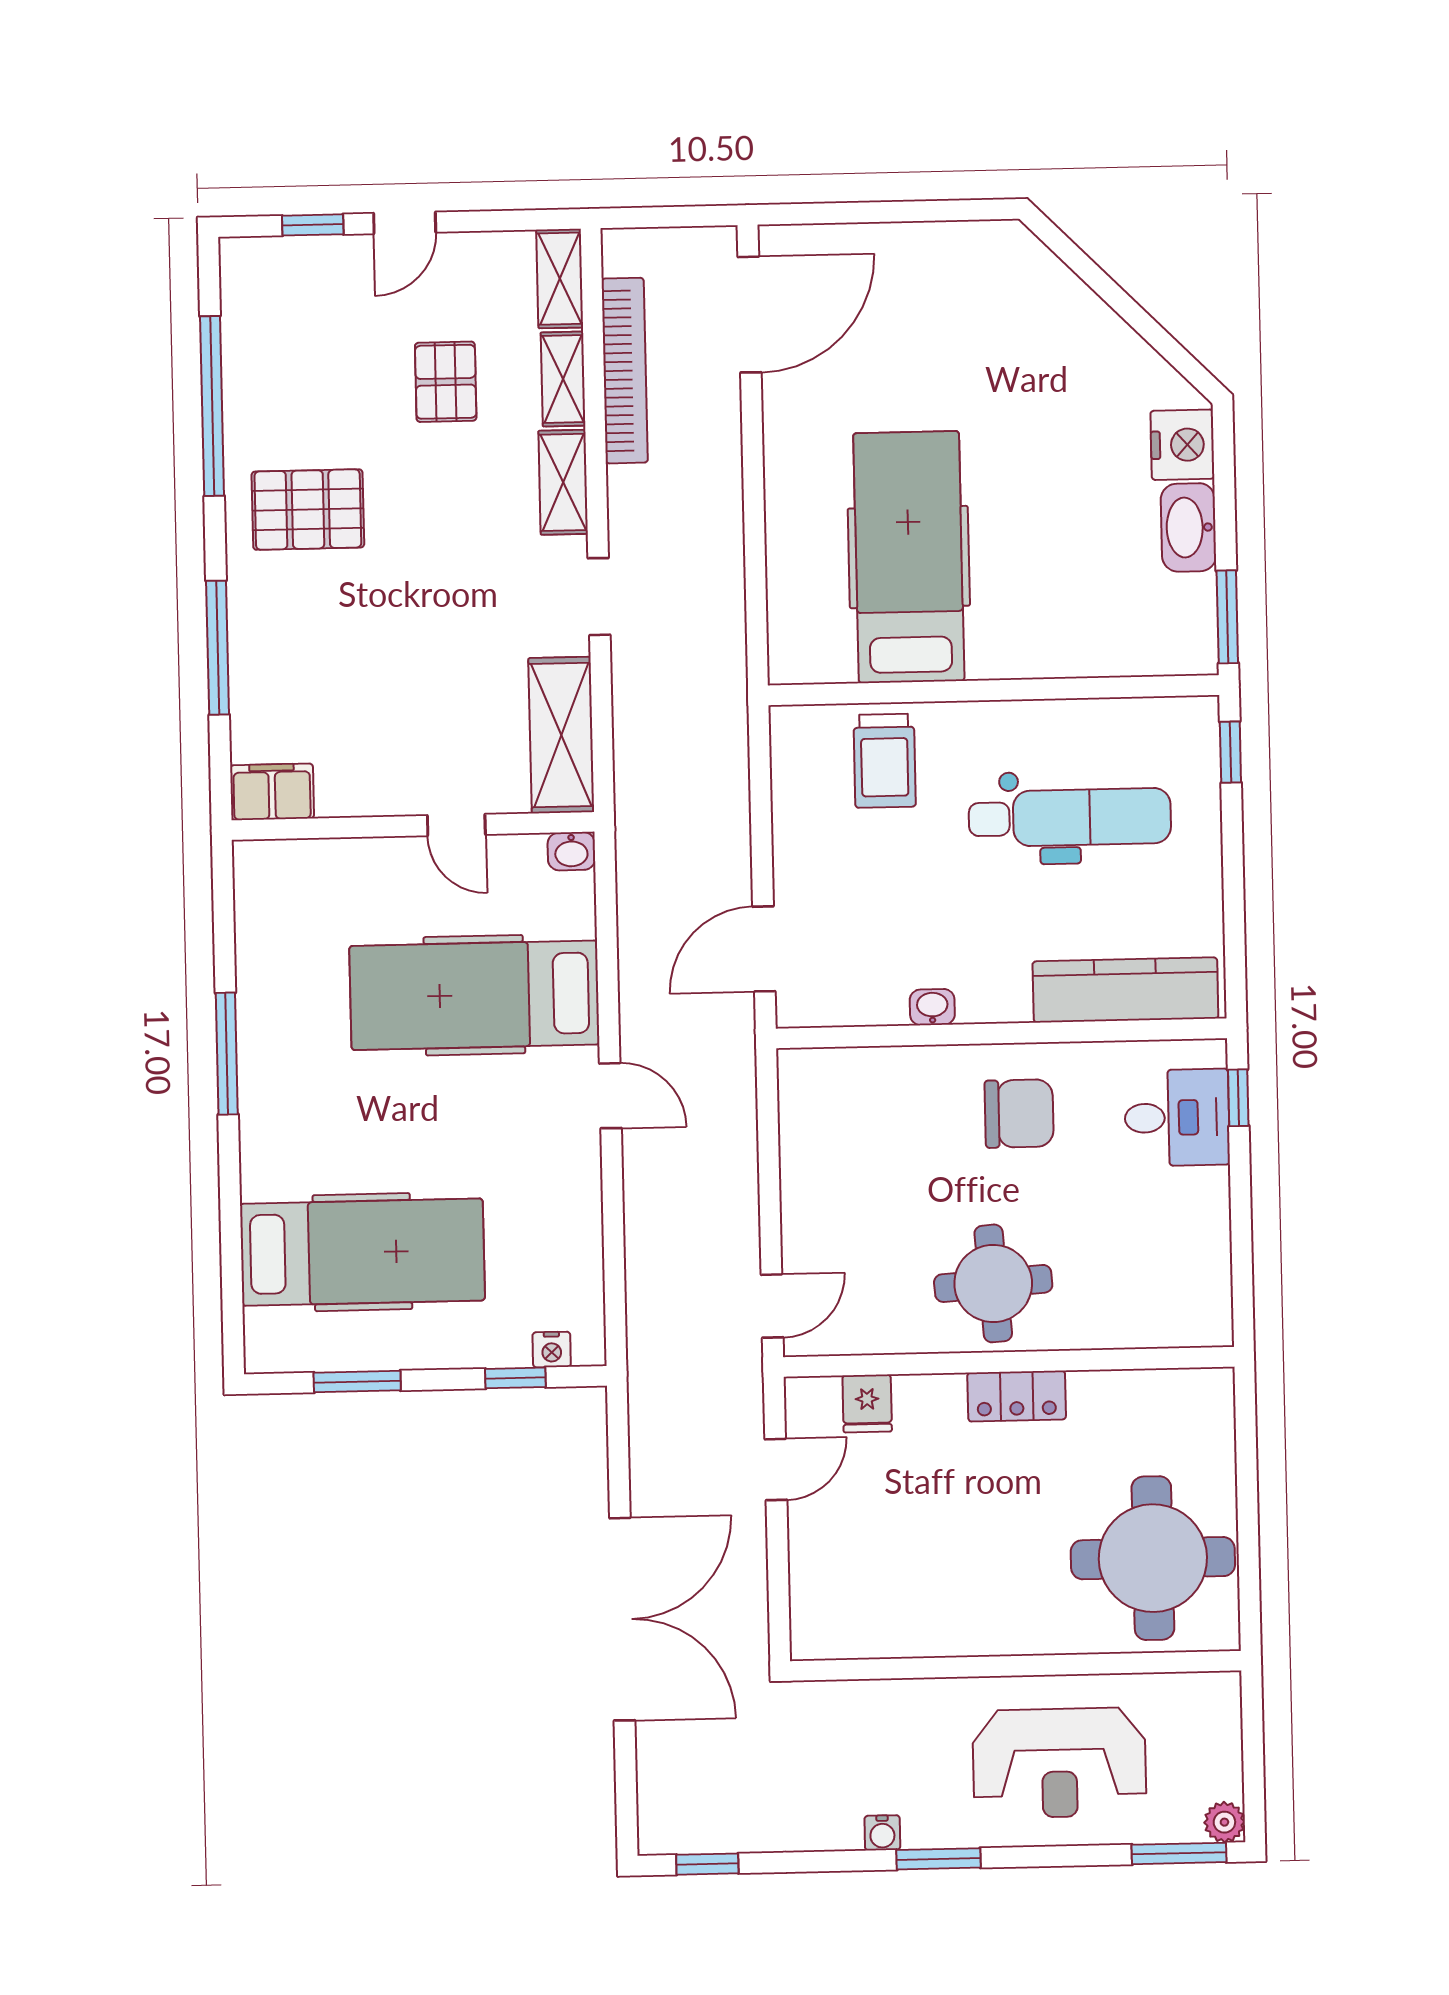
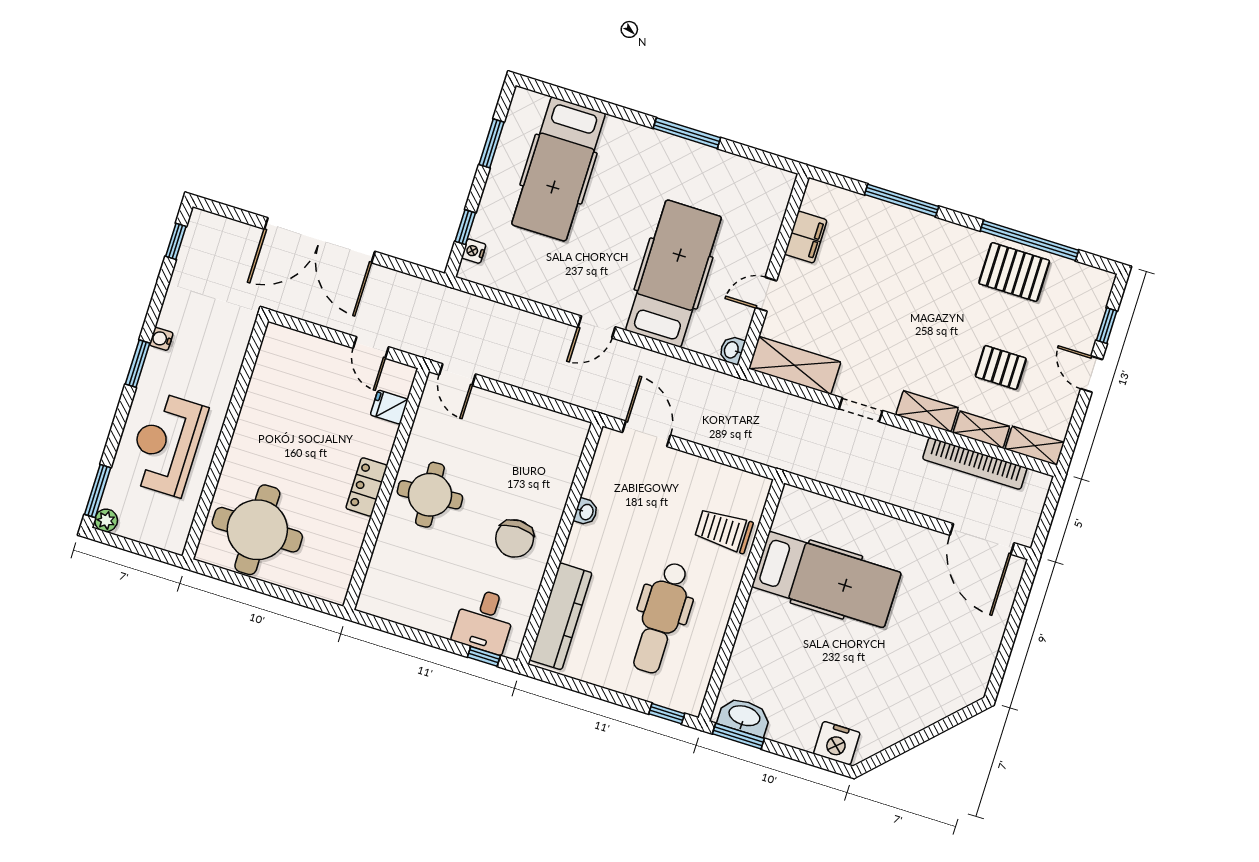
pallet: (308, 510) -> (1014, 272), moved, turned 90
washbasin: (1188, 527) -> (744, 717), moved
filing cabinet: (272, 792) -> (806, 237), moved

